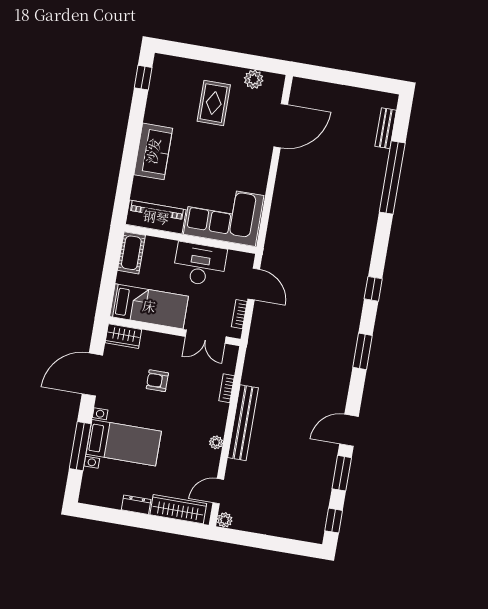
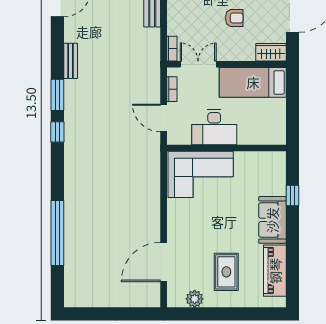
window: (143, 78) -> (292, 196), moved
bench: (386, 128) -> (71, 61), moved
piano: (156, 217) -> (275, 271), moved, turned 90
cot: (131, 253) -> (276, 127), removed
window: (363, 351) -> (57, 95), moved
bookcase: (227, 388) -> (172, 49), moved

